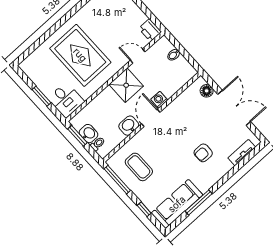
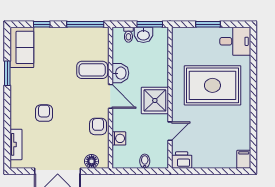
desk: (66, 100) -> (235, 41), moved, turned 180
washing machine: (159, 100) -> (119, 138), moved
armchair: (179, 108) -> (98, 126), added
coffee table: (139, 167) -> (92, 70), moved
window: (199, 202) -> (7, 73), width x0.69
sofa: (177, 204) -> (22, 47), width x0.73

